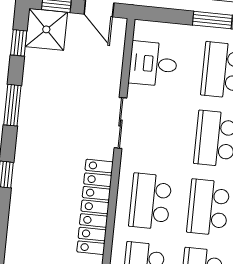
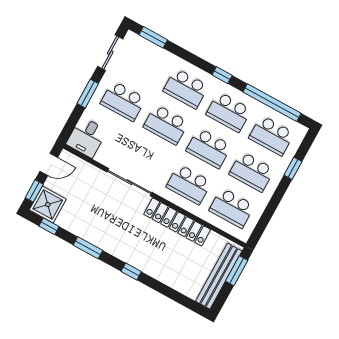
desk: (153, 64) -> (87, 137), moved
sliding door: (121, 123) -> (129, 182), width x1.37

